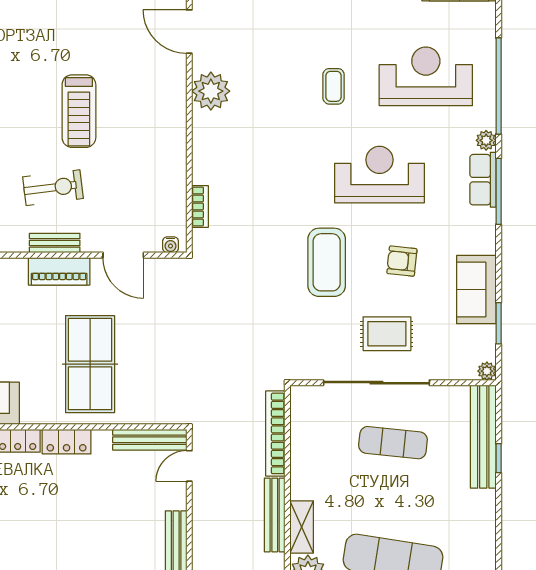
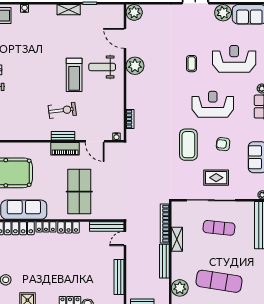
weight bench: (139, 94) -> (102, 67), added
shelving: (302, 527) -> (177, 239), moved

